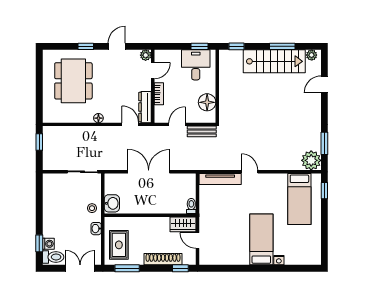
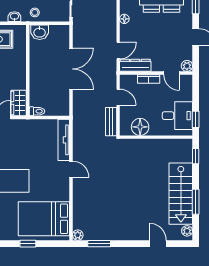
plant: (311, 160) -> (78, 235), width x0.53, depth x0.53
door: (250, 172) -> (71, 169), hinge flipped
window: (324, 191) -> (28, 244), moved
bed: (299, 199) -> (44, 219), width x1.50

